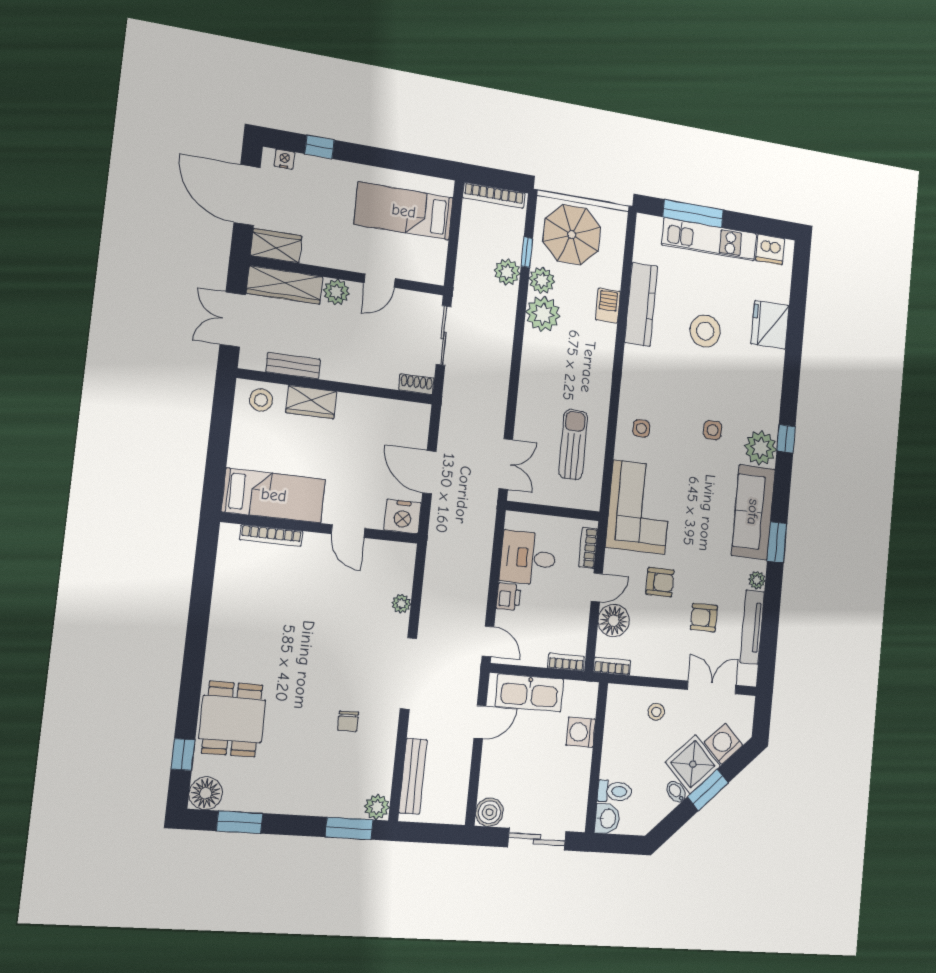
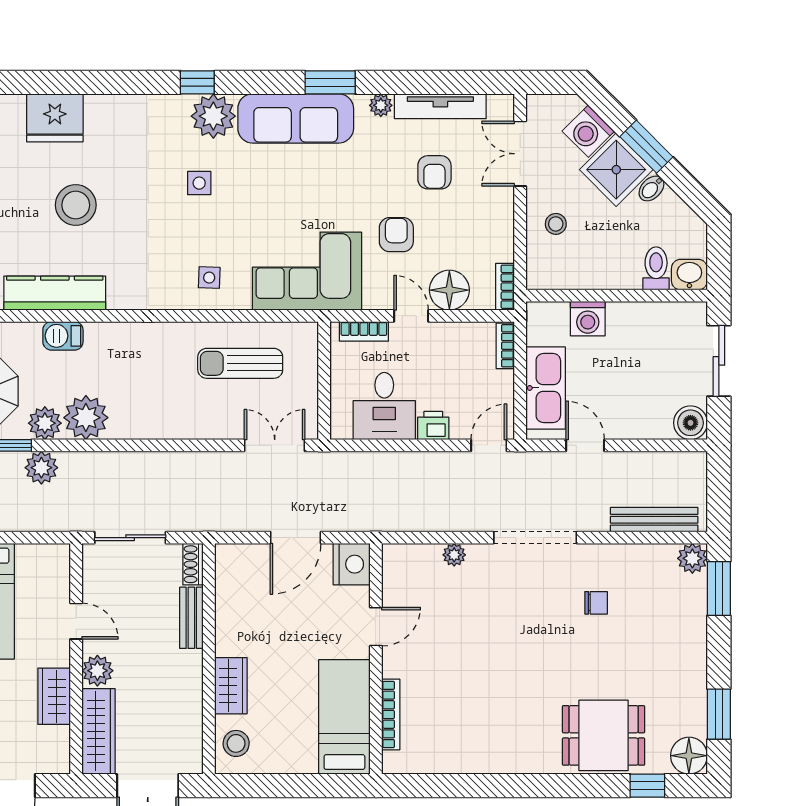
wardrobe: (276, 246) -> (54, 696), moved
bench: (293, 366) -> (191, 618), moved

